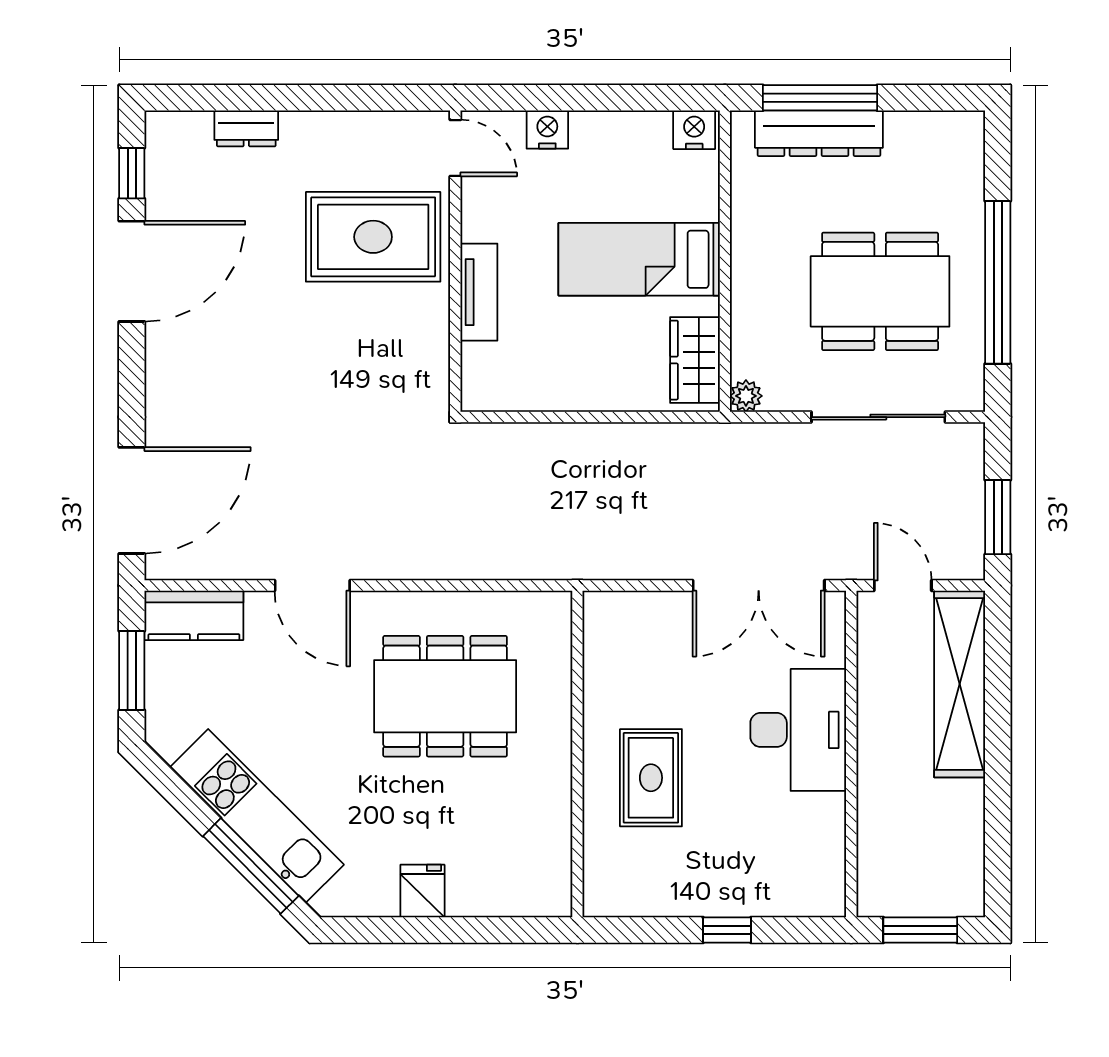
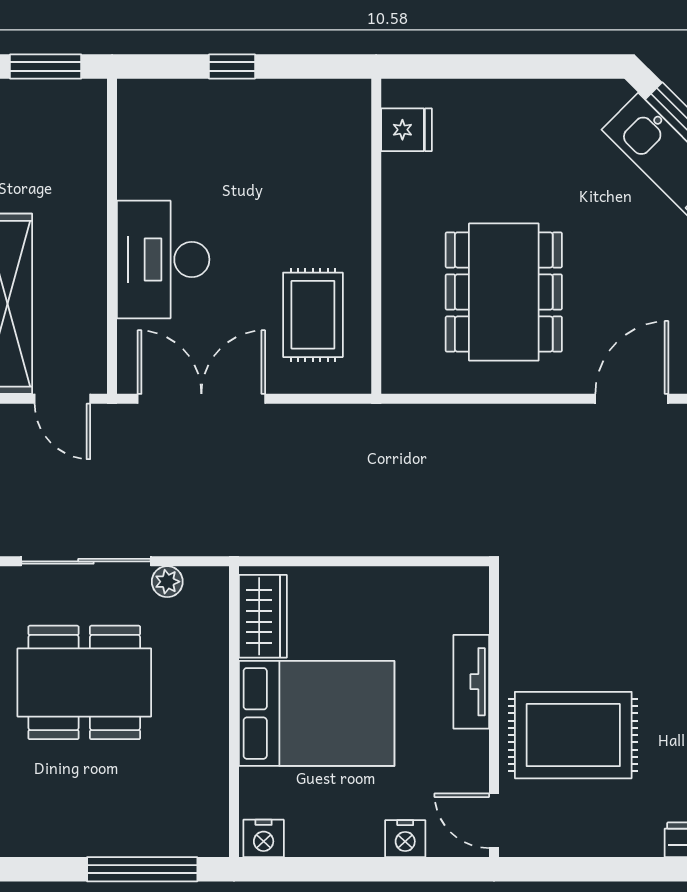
dresser: (819, 133) -> (143, 835), removed
bed: (639, 259) -> (317, 713), width x1.50
plant: (746, 396) -> (167, 582), moved
door: (312, 586) -> (632, 399), hinge flipped
dining table: (445, 696) -> (504, 292), turned 90
rug: (651, 778) -> (313, 315), moved
fridge: (422, 891) -> (406, 130), moved, turned -90

